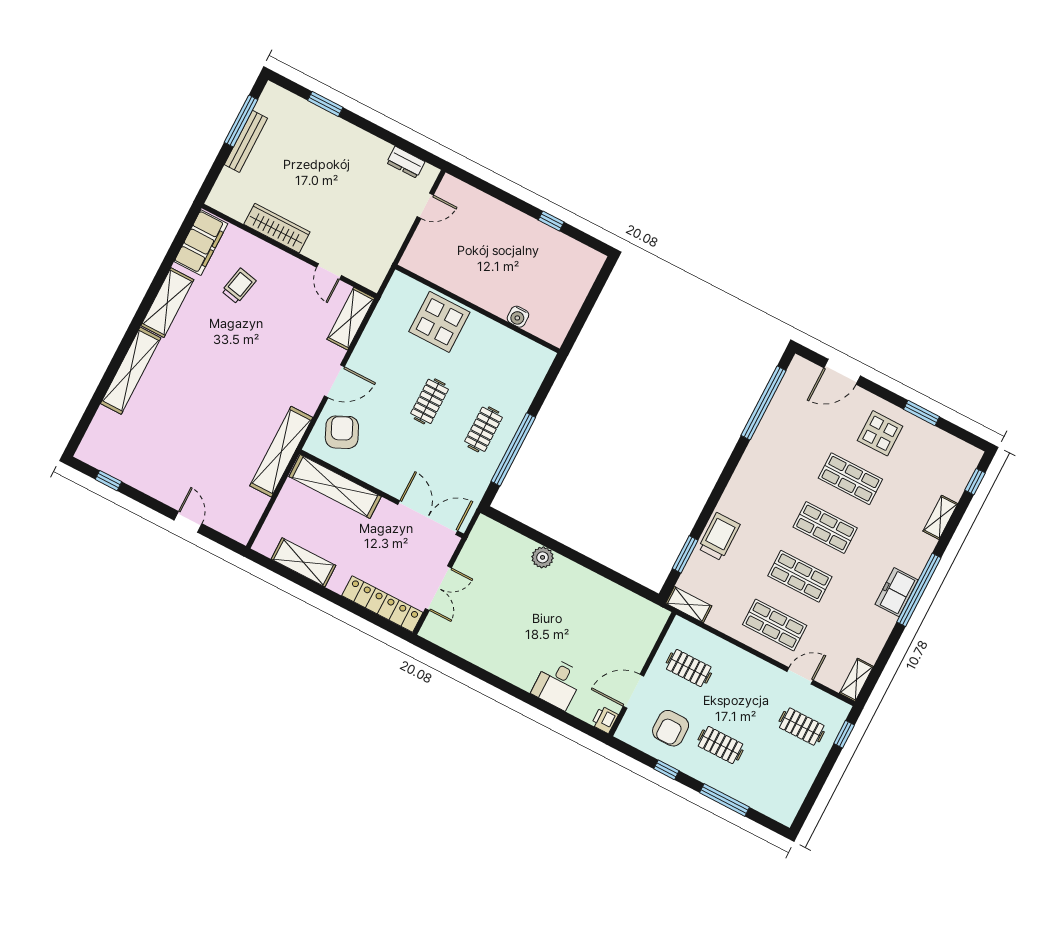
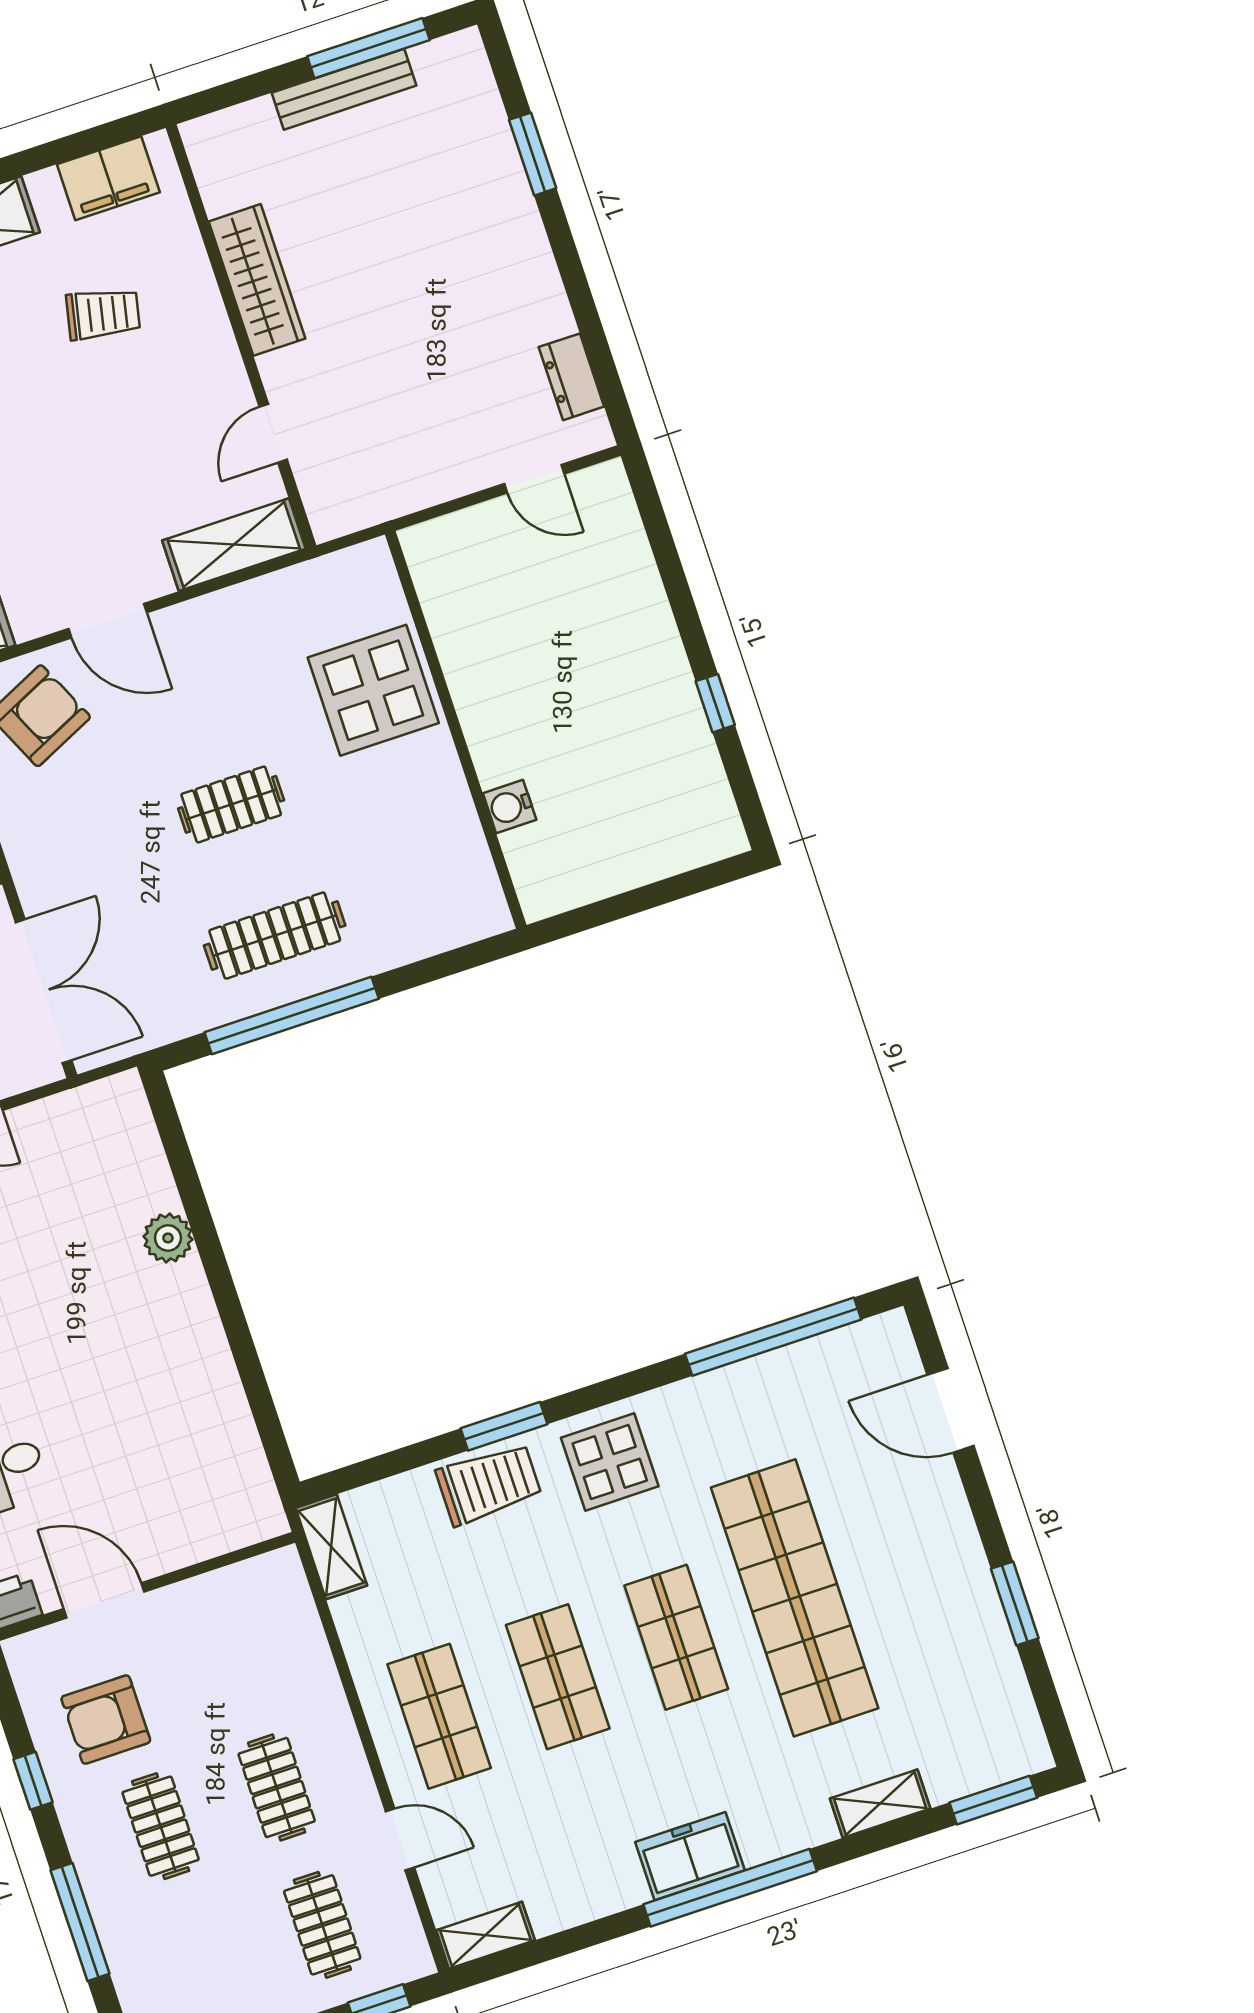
filing cabinet: (201, 243) -> (108, 178), width x0.67, depth x0.86
clothes rail: (483, 429) -> (275, 936), width x1.36
display table: (880, 433) -> (610, 1462), moved
shop shelf: (850, 479) -> (795, 1598), width x2.00, depth x1.36
window: (975, 482) -> (993, 1800), width x1.50
window: (685, 554) -> (504, 1426), moved
clothes rail: (689, 668) -> (277, 1788), moved

